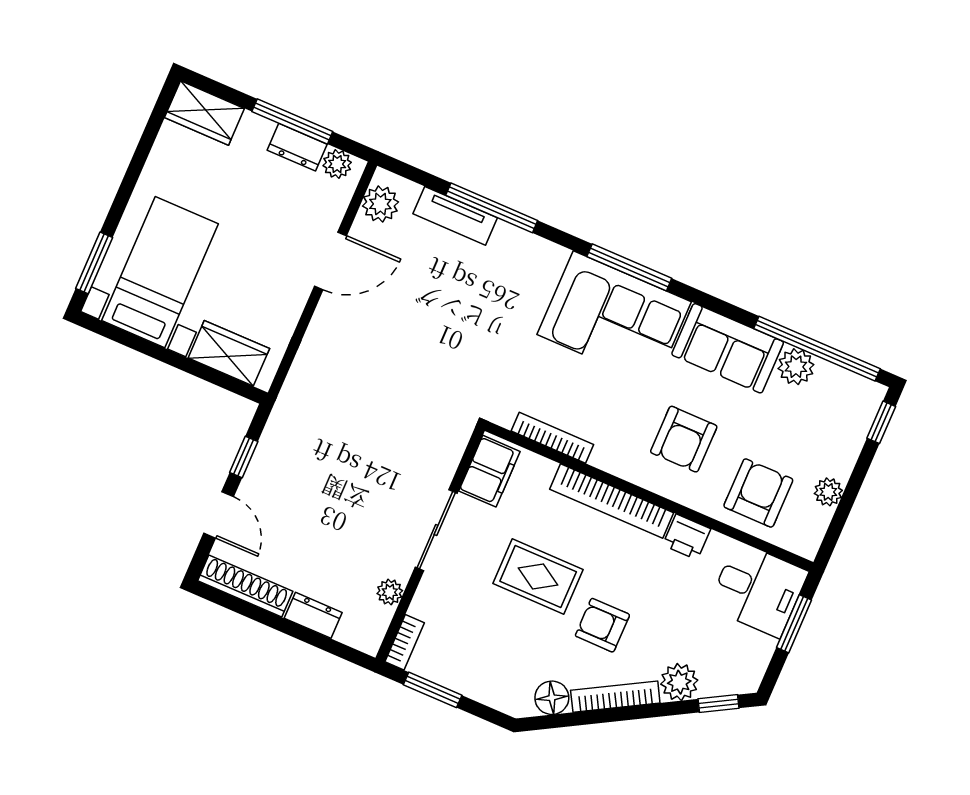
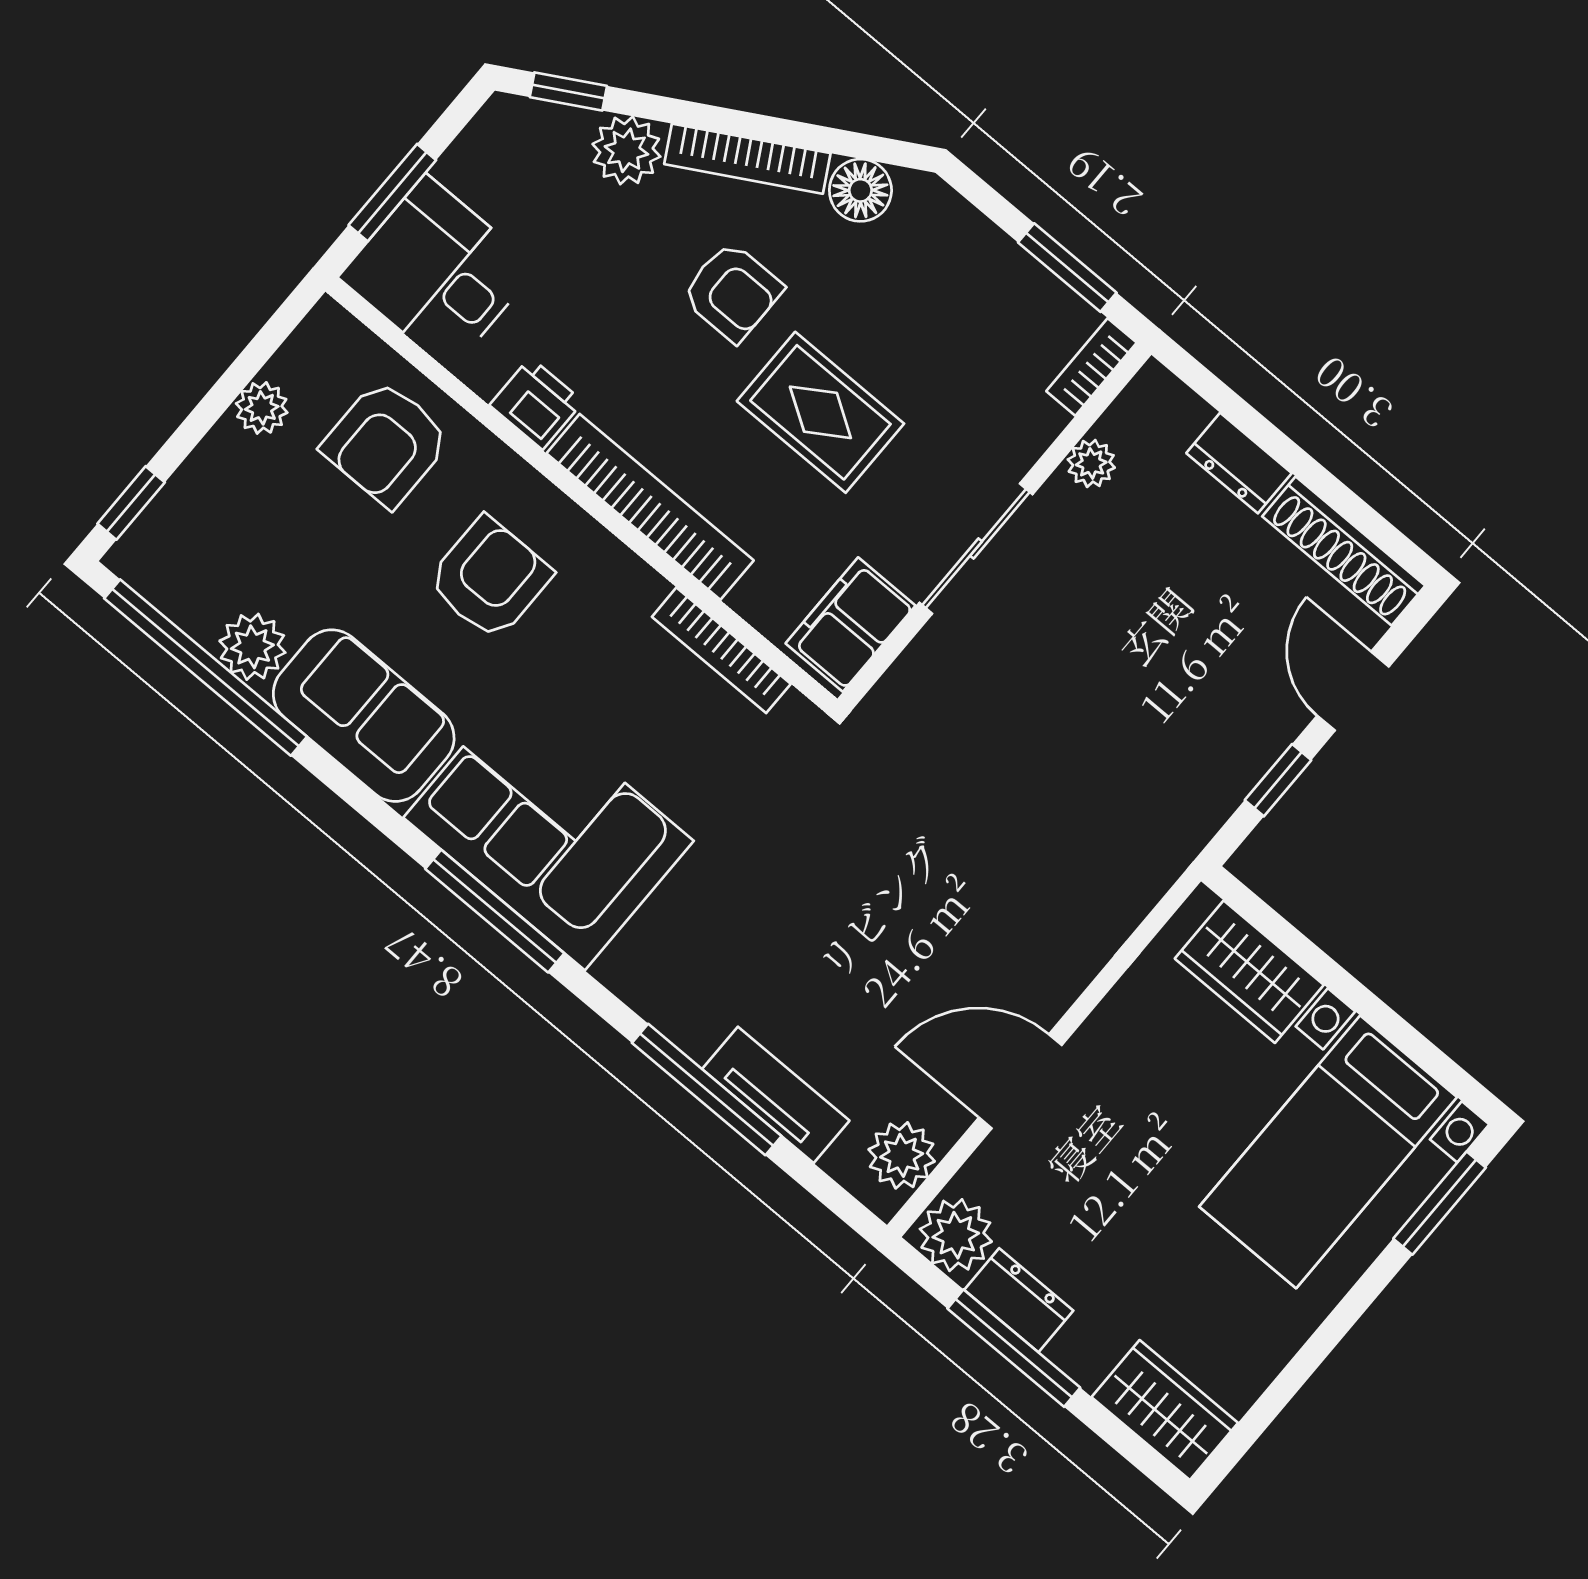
plant: (337, 164) -> (956, 1235), width x1.38, depth x1.38

